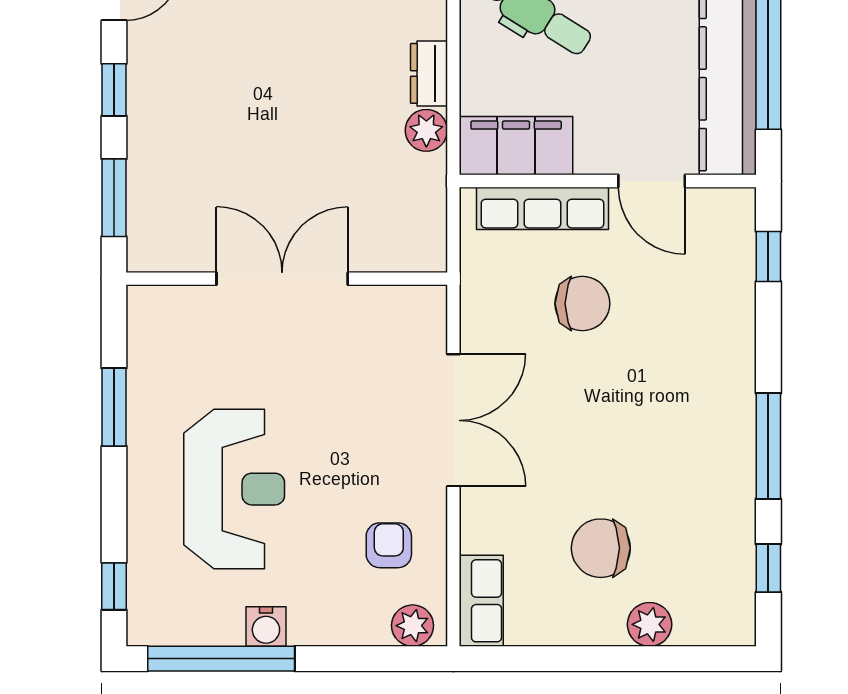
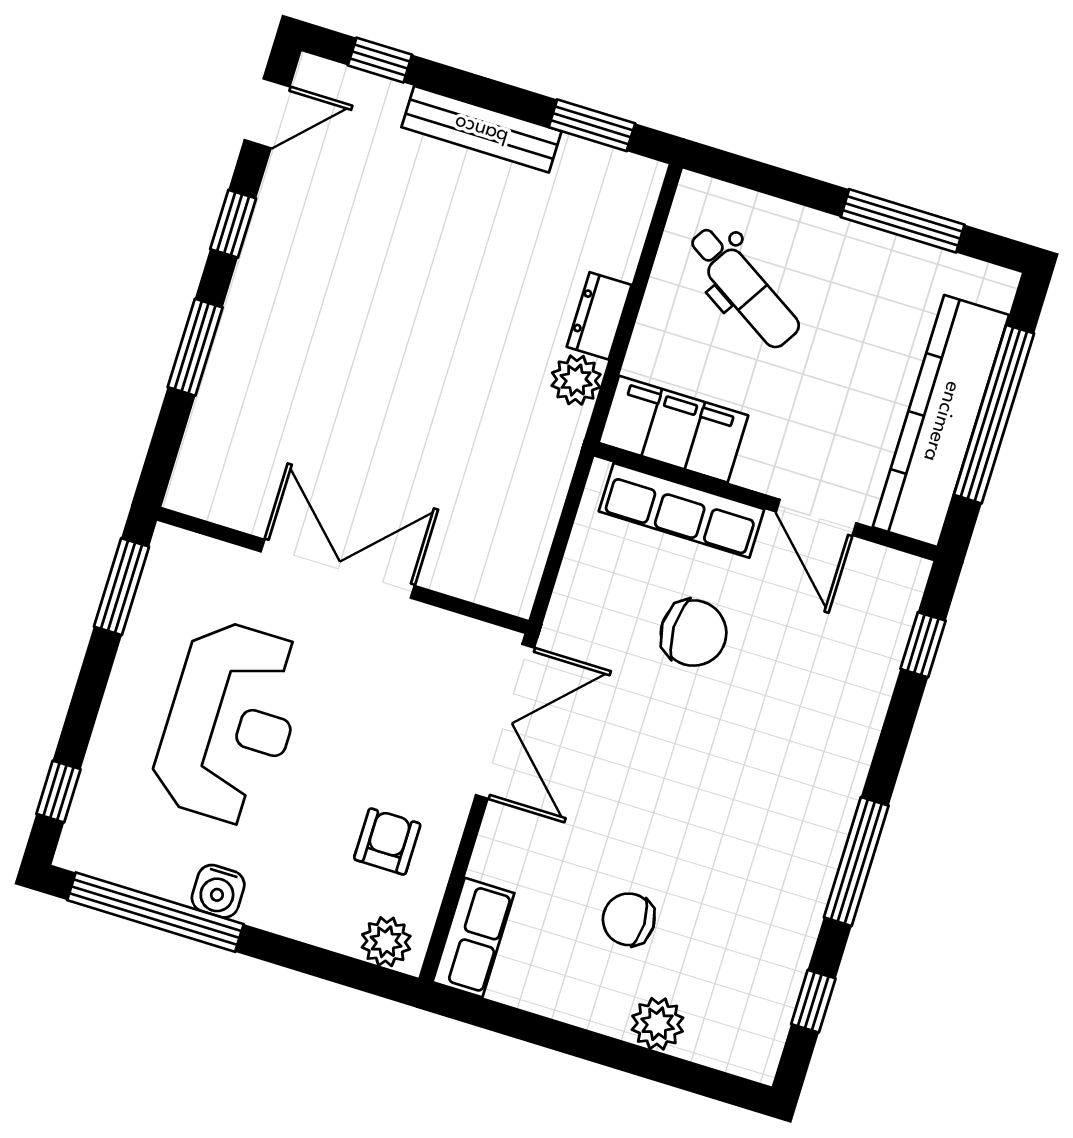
double door: (282, 279) -> (338, 569), moved
wall: (287, 279) -> (343, 570), moved
chair: (601, 548) -> (629, 919), width x0.73, depth x0.73

